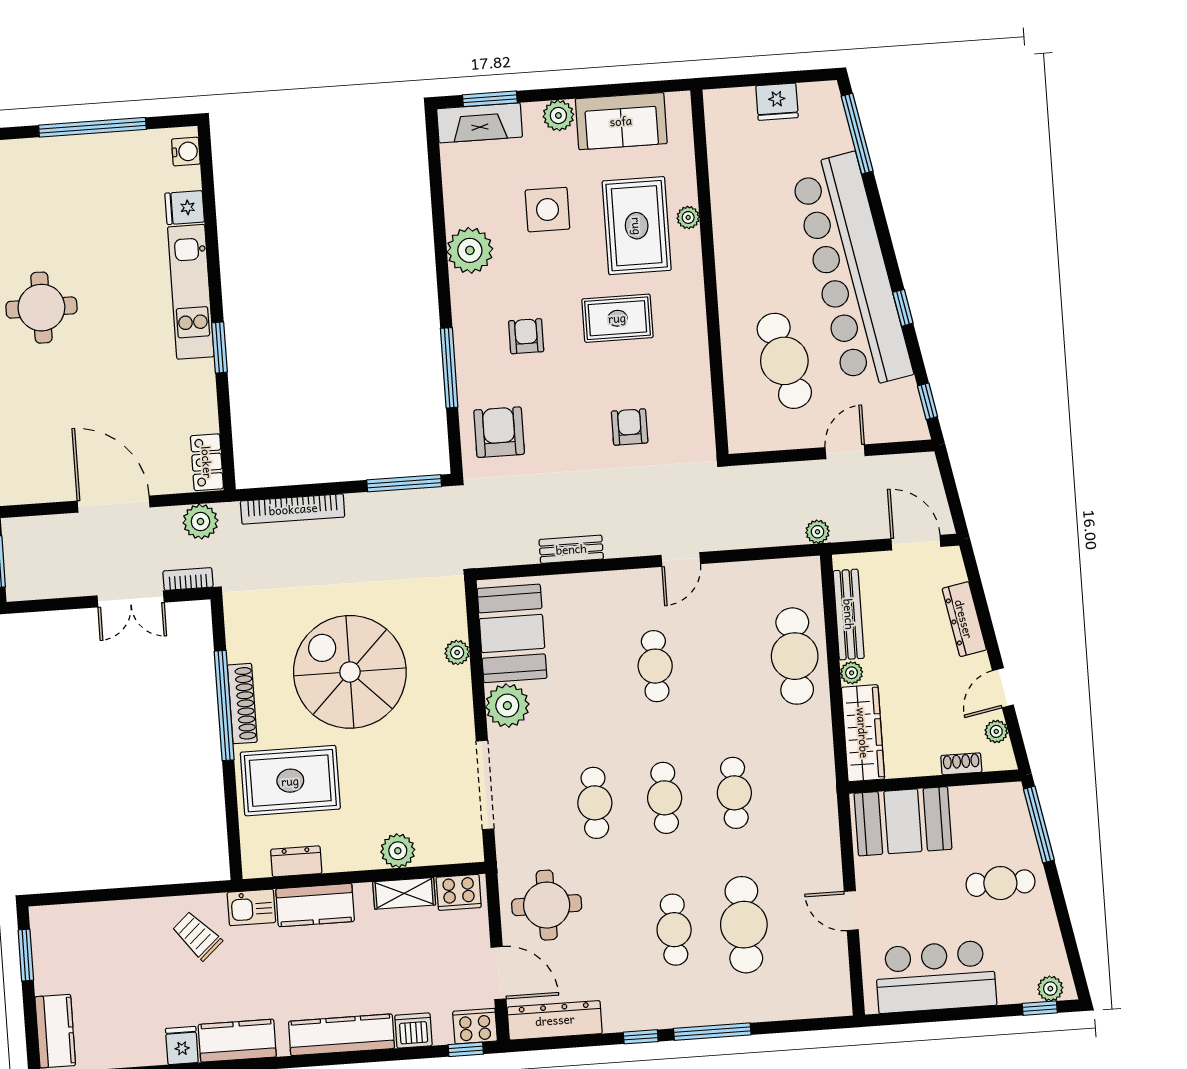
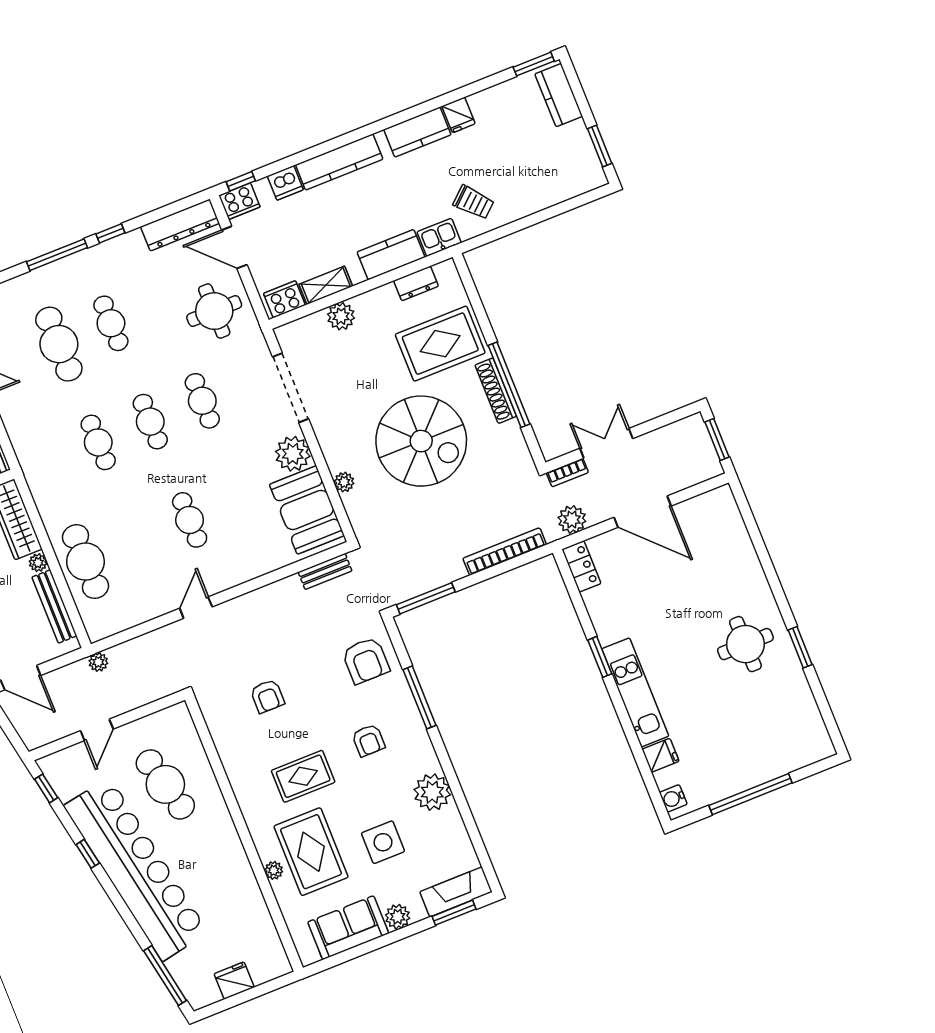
bench: (571, 549) -> (325, 571), moved

